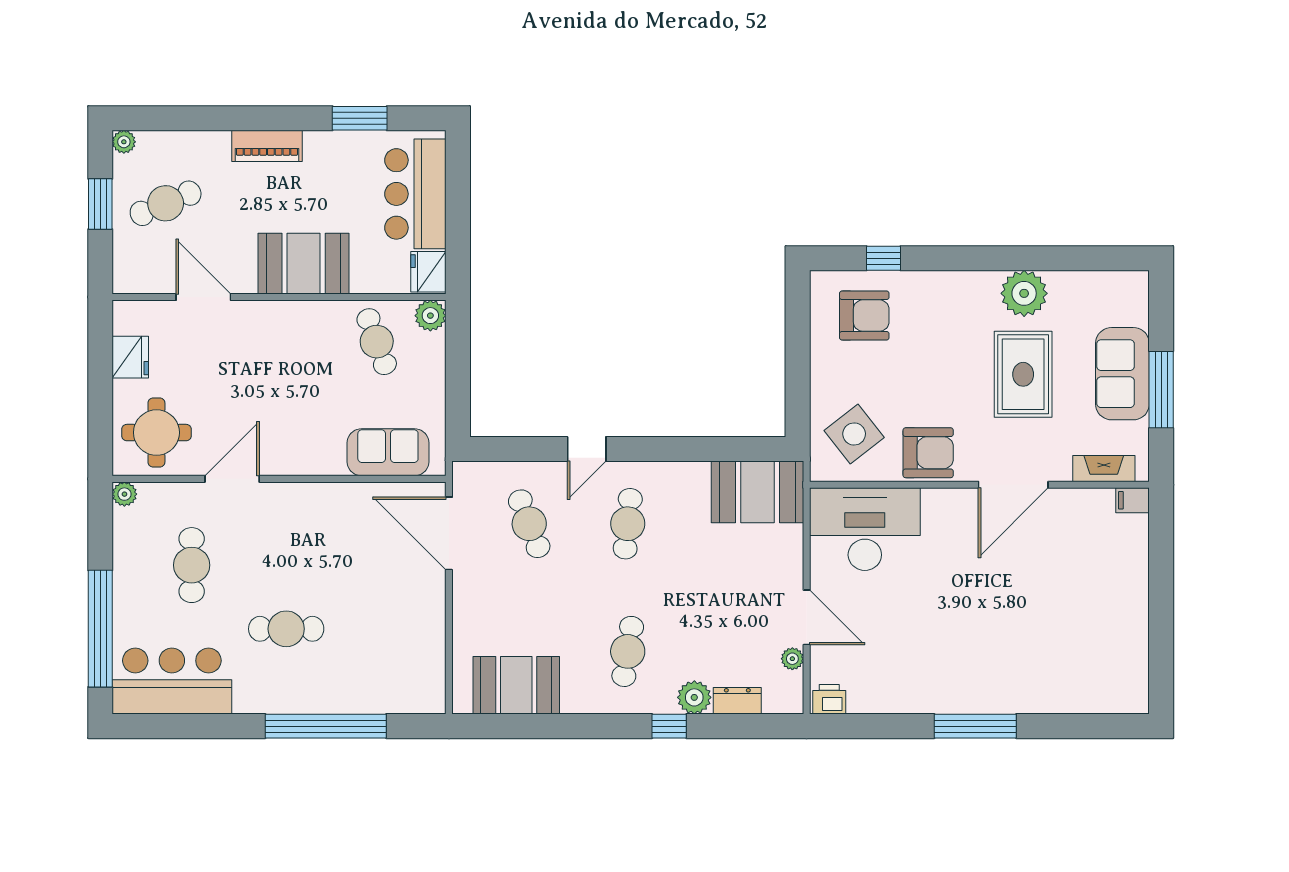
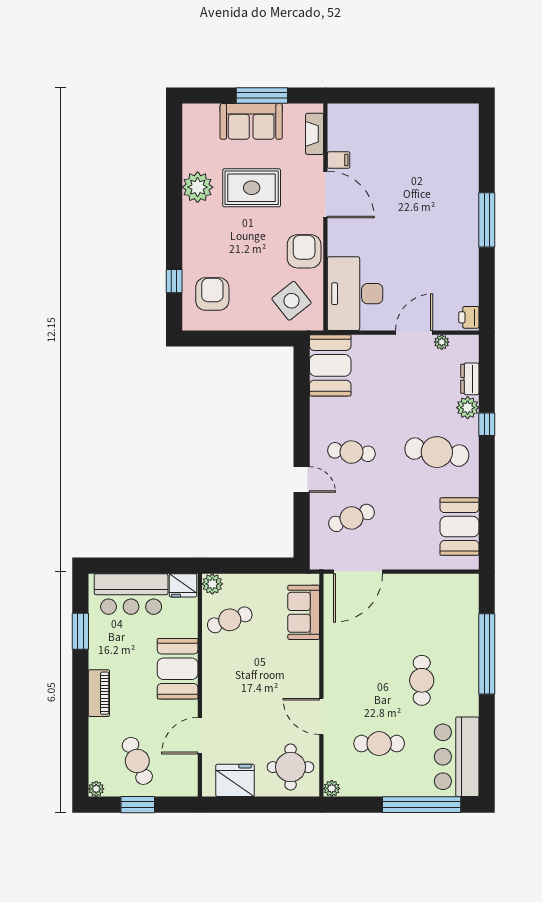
fridge: (130, 357) -> (235, 780), width x1.36, depth x1.34
filing cabinet: (1133, 500) -> (339, 160), moved, turned -90
cafe table: (628, 651) -> (437, 452), width x1.37, depth x1.35

